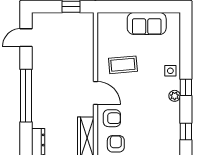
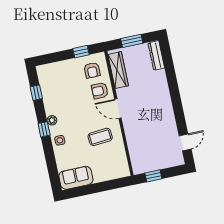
sofa: (147, 23) -> (76, 178), moved
window: (26, 96) -> (175, 94), removed

